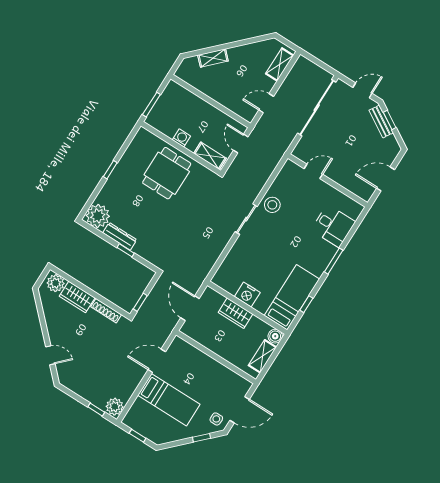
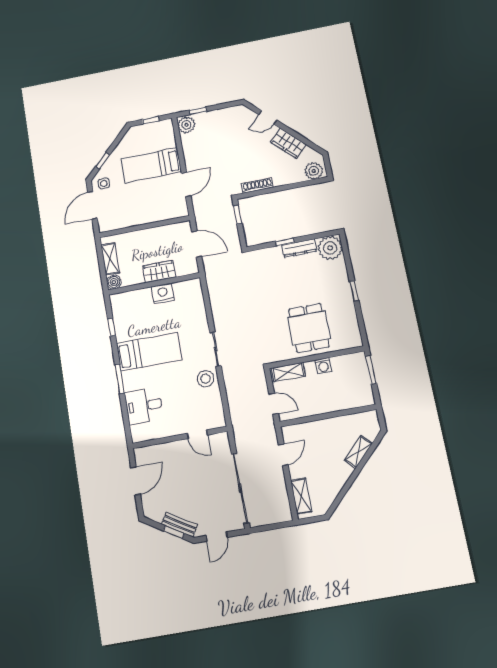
door: (313, 171) -> (197, 434), hinge flipped
wardrobe: (77, 297) -> (288, 143), moved, turned -135
bed: (292, 297) -> (149, 352), moved, turned -90

